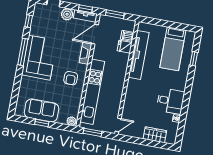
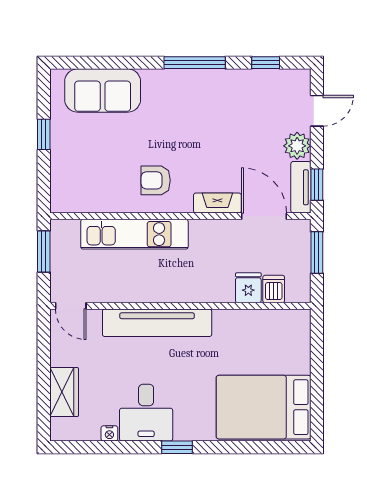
bed: (173, 49) -> (264, 407), width x1.50
tv unit: (139, 55) -> (157, 323), moved
corner sofa: (39, 58) -> (189, 102), removed
window: (194, 59) -> (177, 447), moved
kitchen unit: (92, 92) -> (134, 234), width x0.73
sofa: (42, 110) -> (103, 91), moved, turned 90
plant: (72, 121) -> (60, 200), removed

